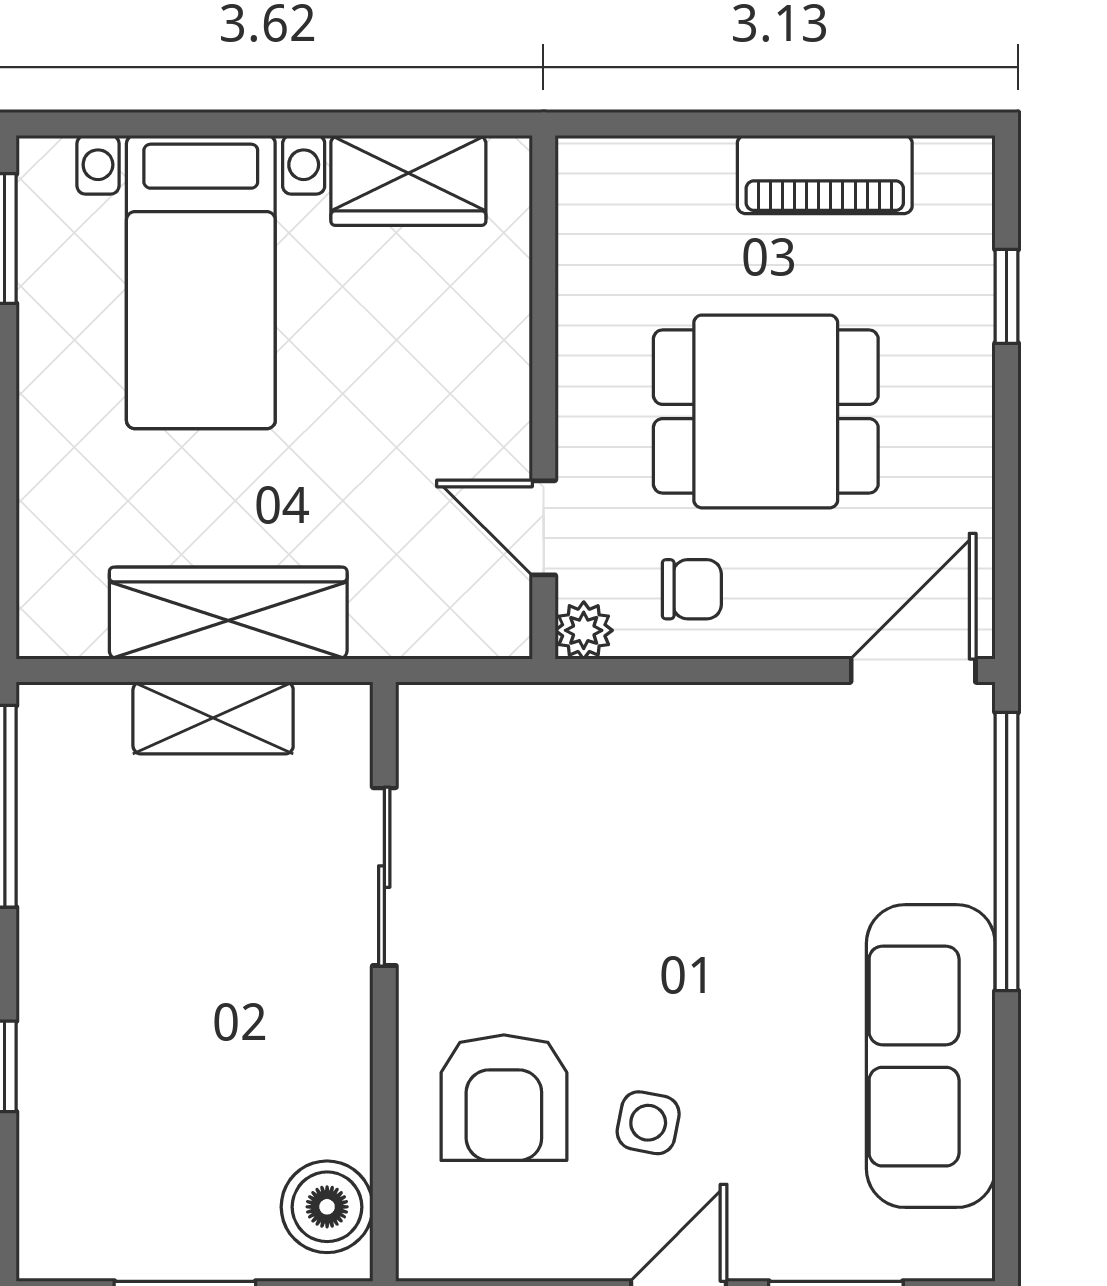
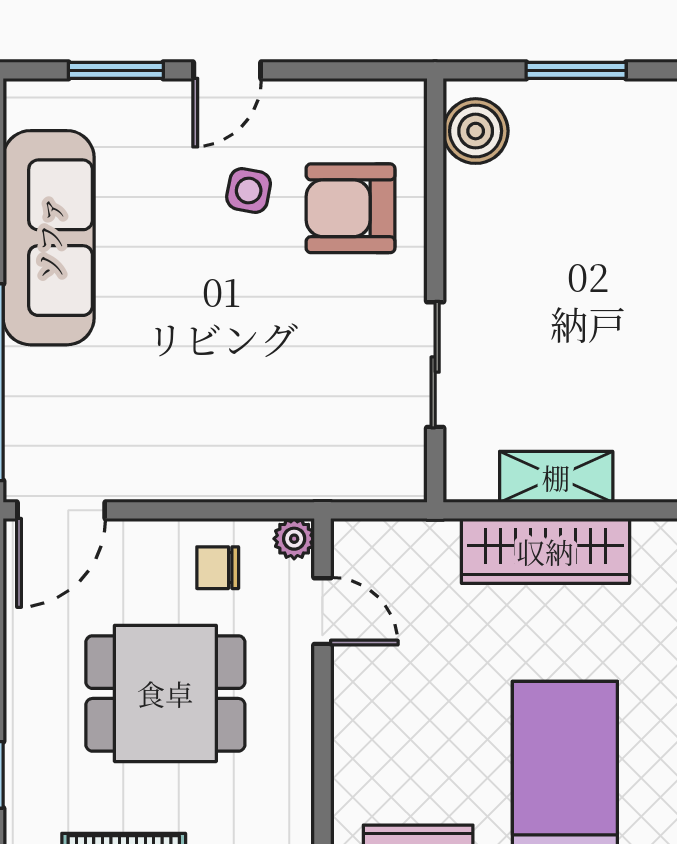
armchair: (504, 1098) -> (351, 208), turned -90

